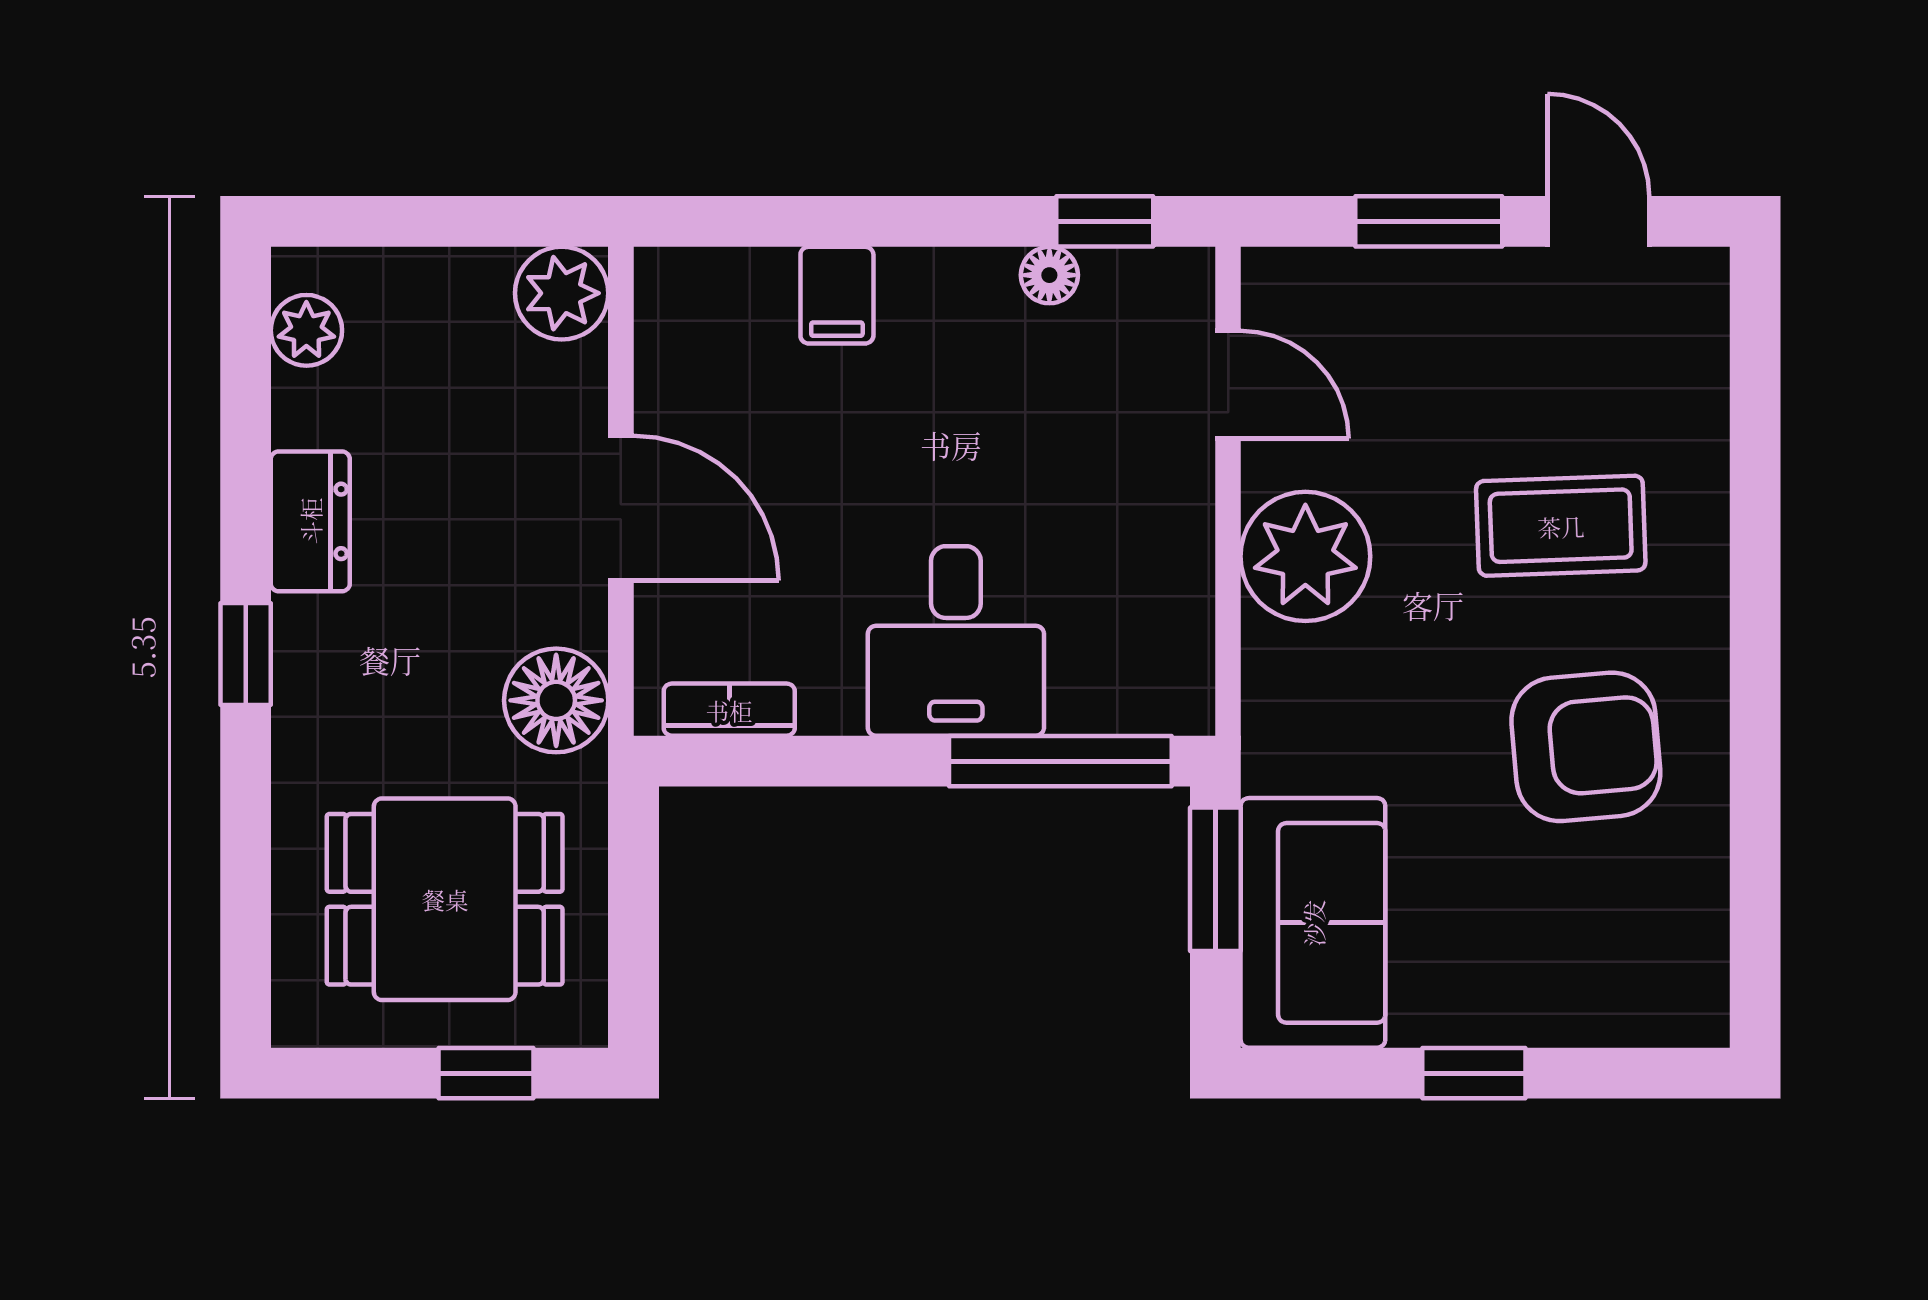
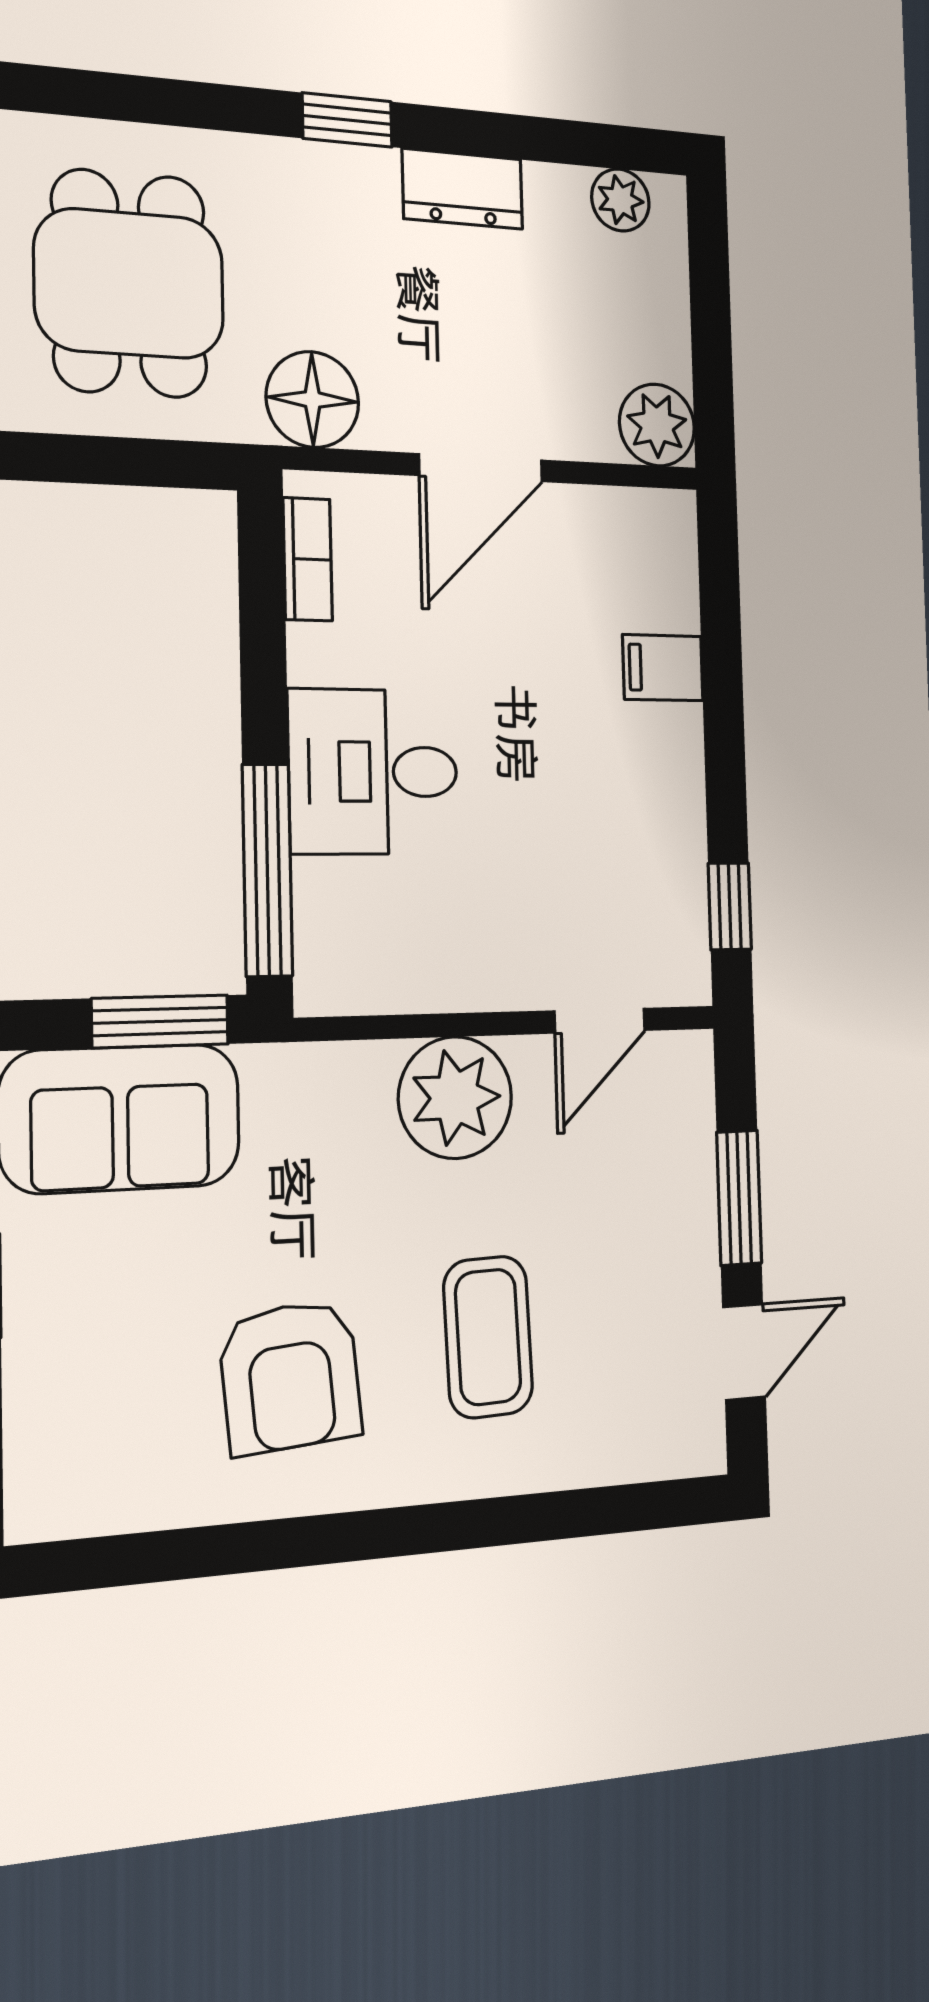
floor lamp: (1049, 275) -> (685, 857), removed

